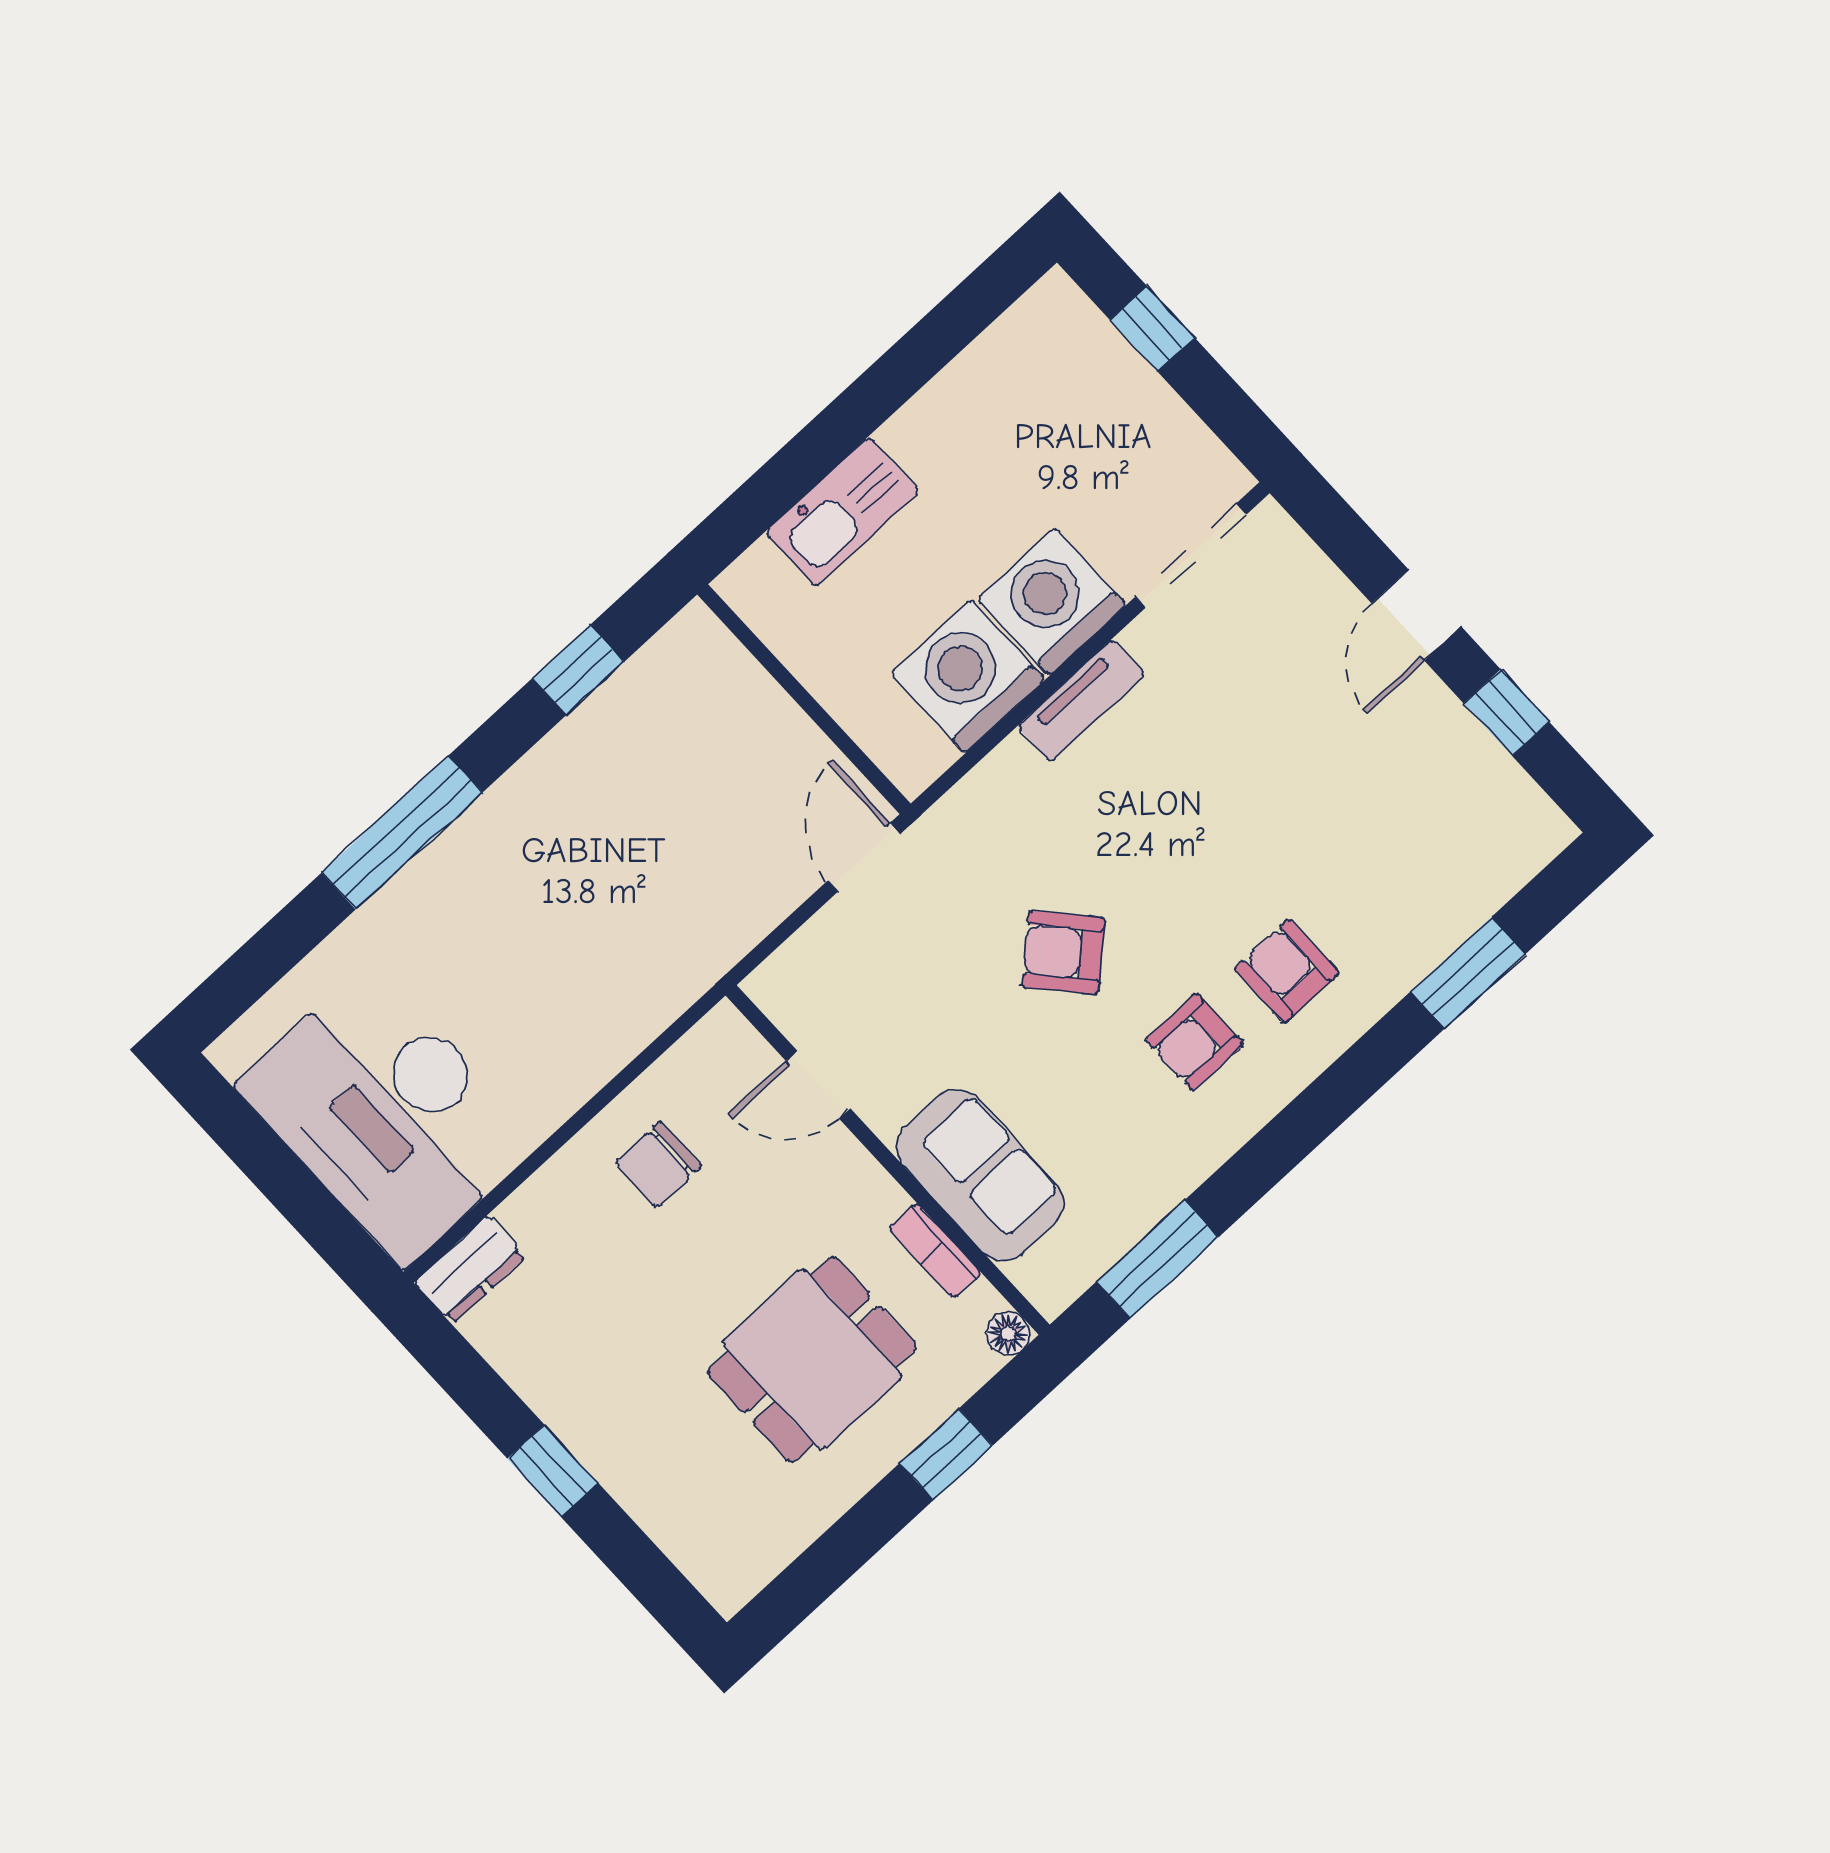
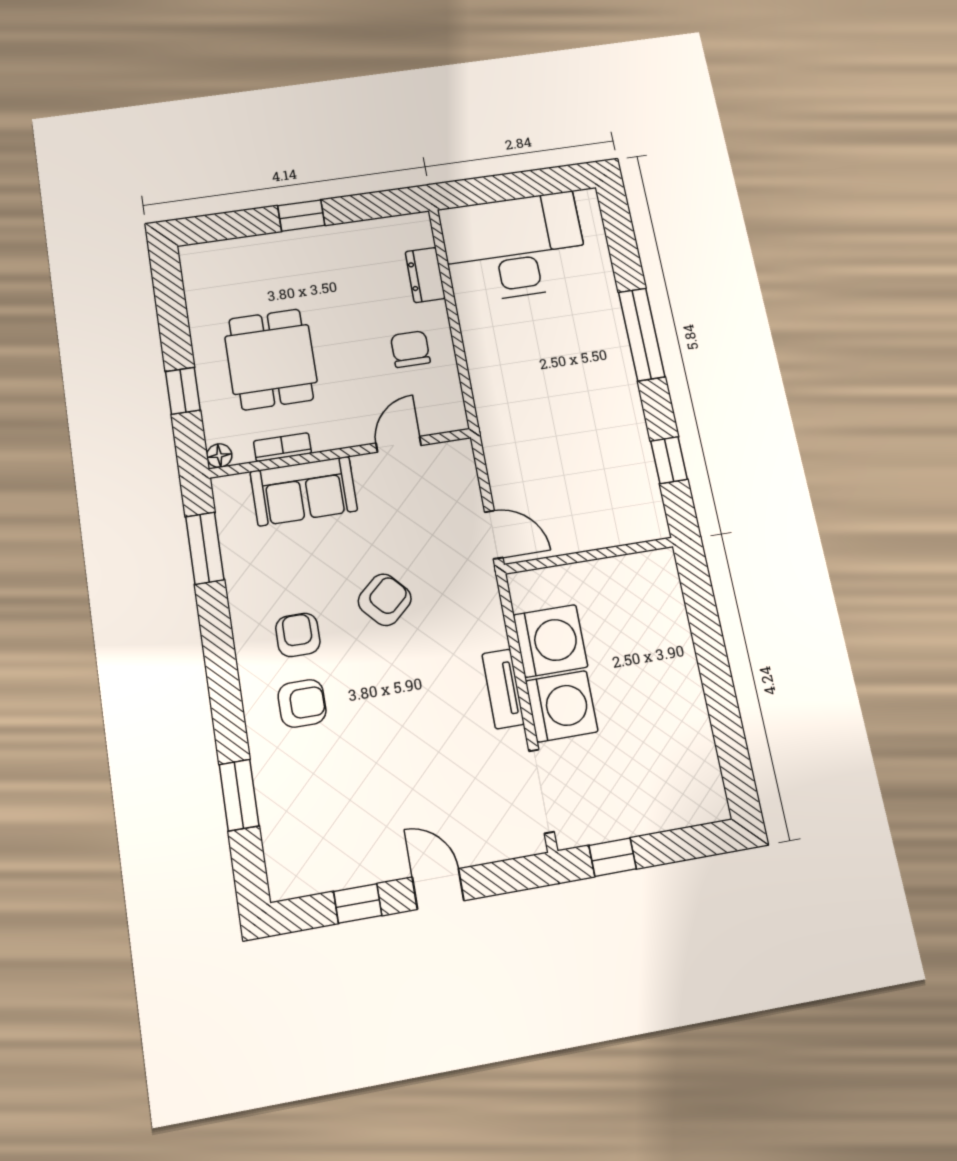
window: (1152, 329) -> (613, 857), moved
kitchen sink: (842, 511) -> (670, 632), removed
dresser: (470, 1270) -> (425, 275), moved

